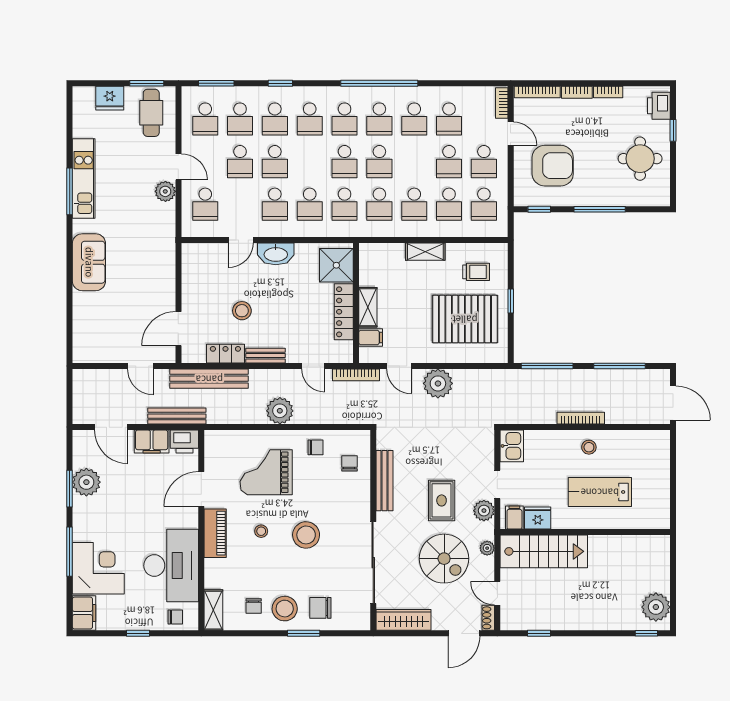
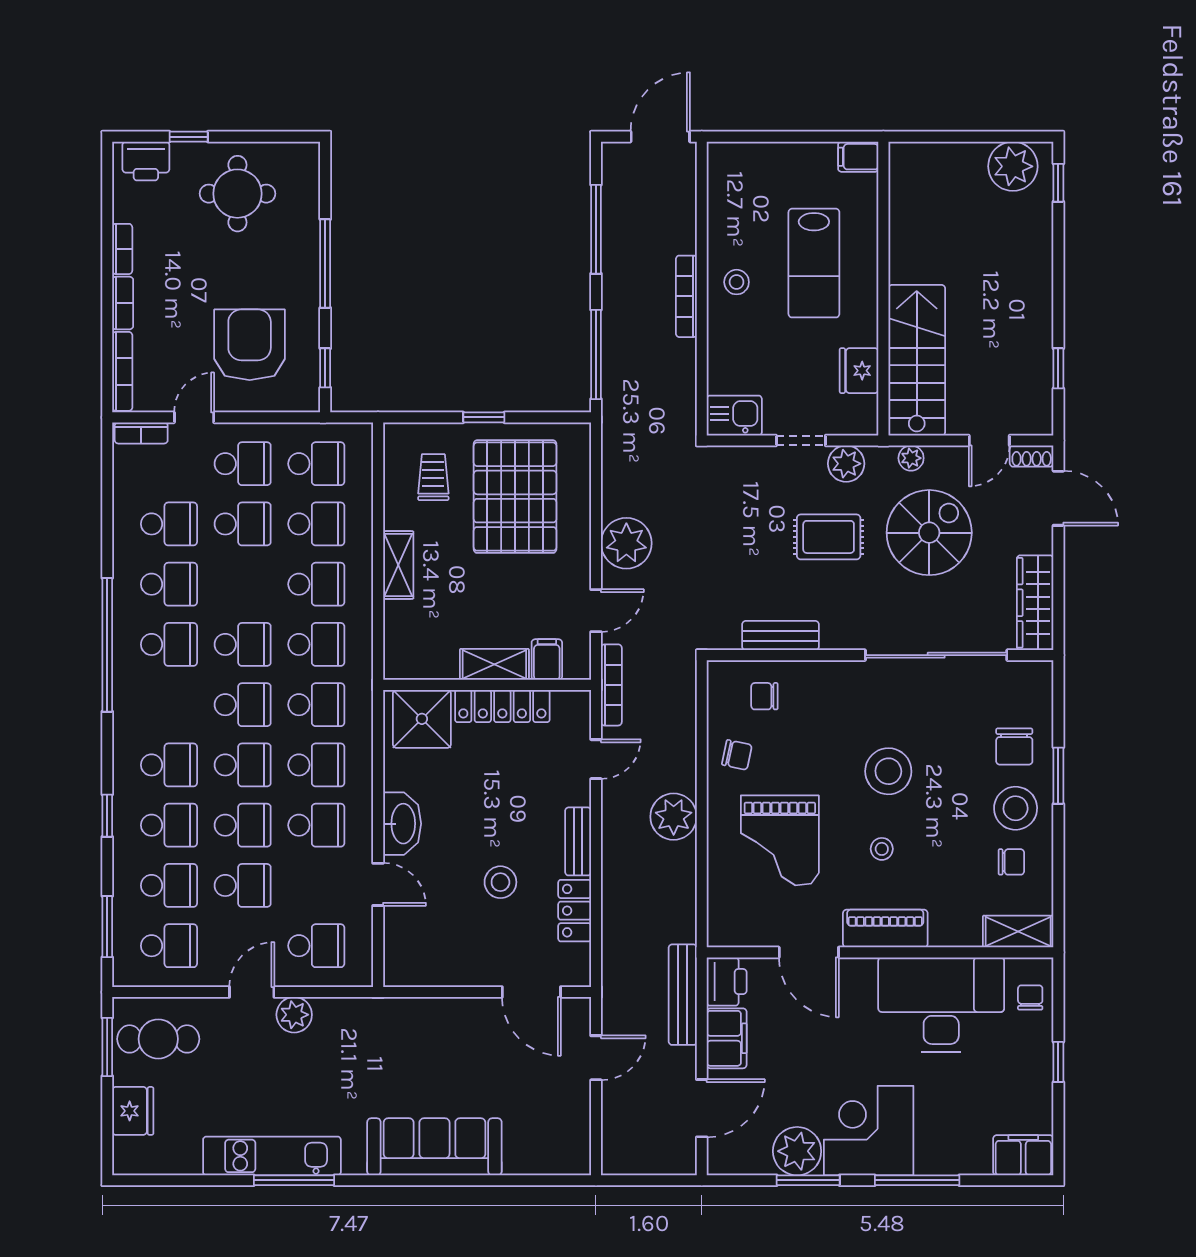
school desk: (345, 119) -> (243, 765), moved
sofa: (89, 262) -> (434, 1147), width x1.36
bench: (209, 379) -> (618, 939), removed
chair: (316, 447) -> (737, 755), turned 102
bench: (385, 481) -> (780, 636), width x0.73
filing cabinet: (514, 518) -> (858, 157), moved
corner desk: (98, 568) -> (869, 1131), moved

